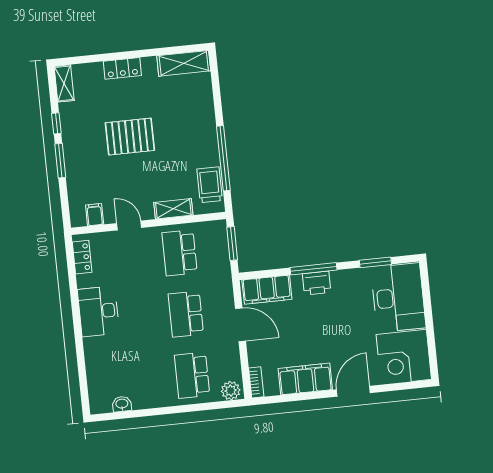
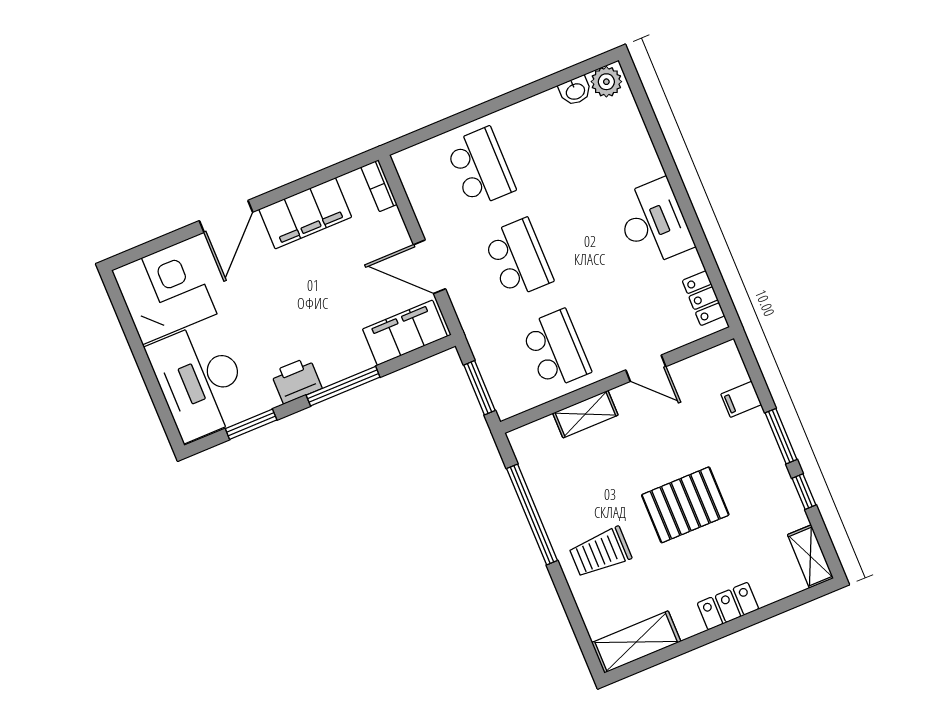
trolley: (210, 185) -> (600, 552), moved, turned 90
filing cabinet: (95, 215) -> (741, 399), moved, turned 90
printer: (317, 283) -> (296, 380), moved
plant: (231, 391) -> (606, 82), moved

